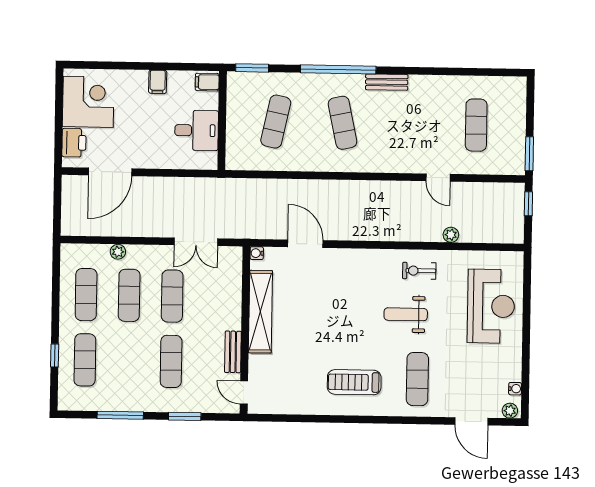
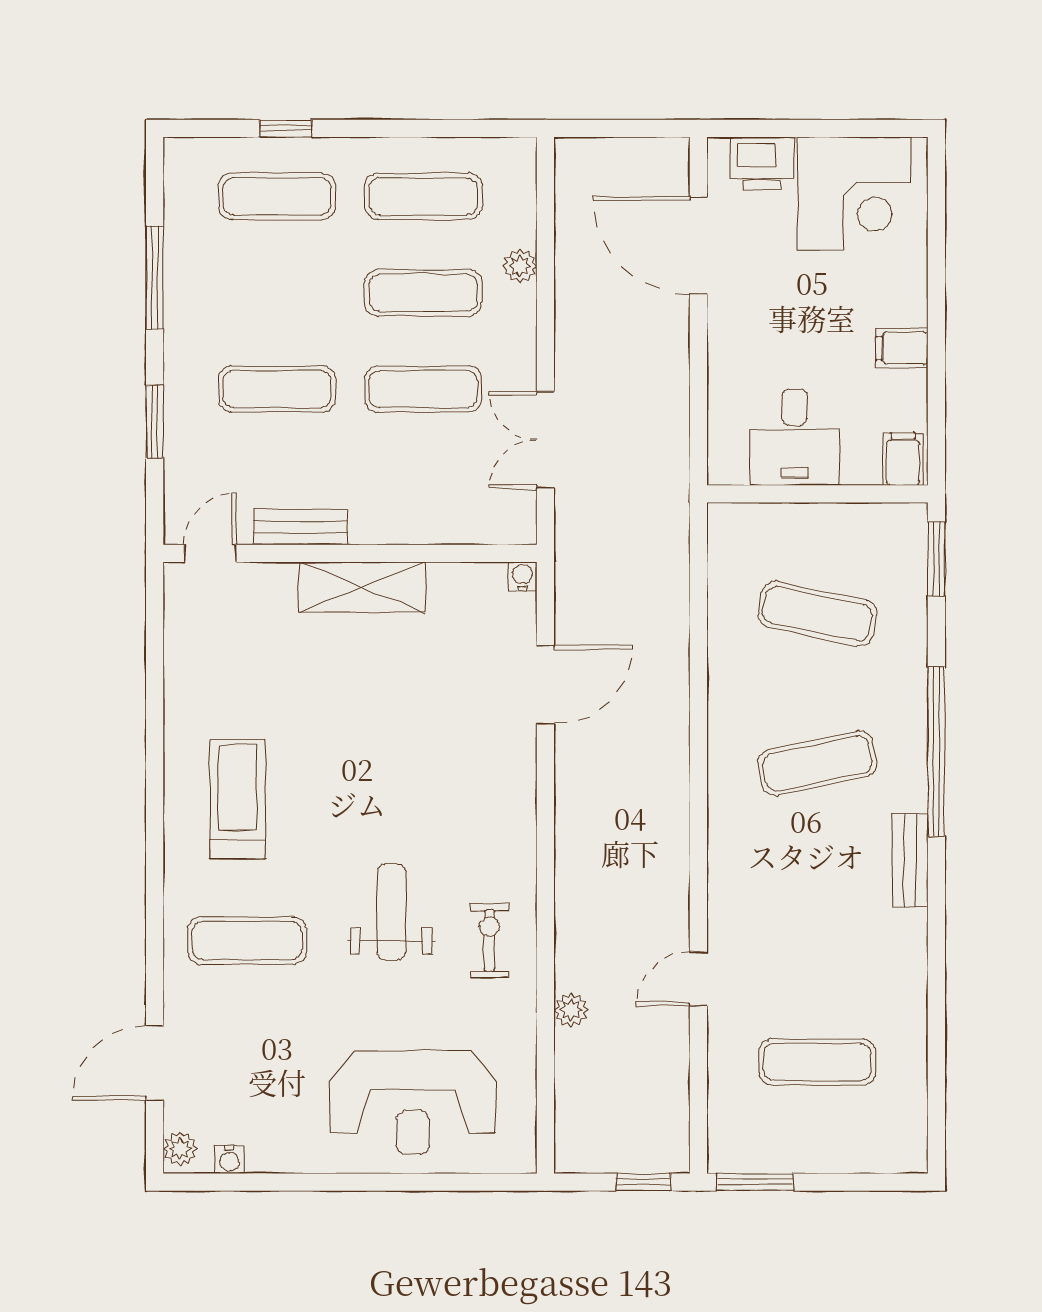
shelving: (260, 312) -> (362, 587), width x0.68

